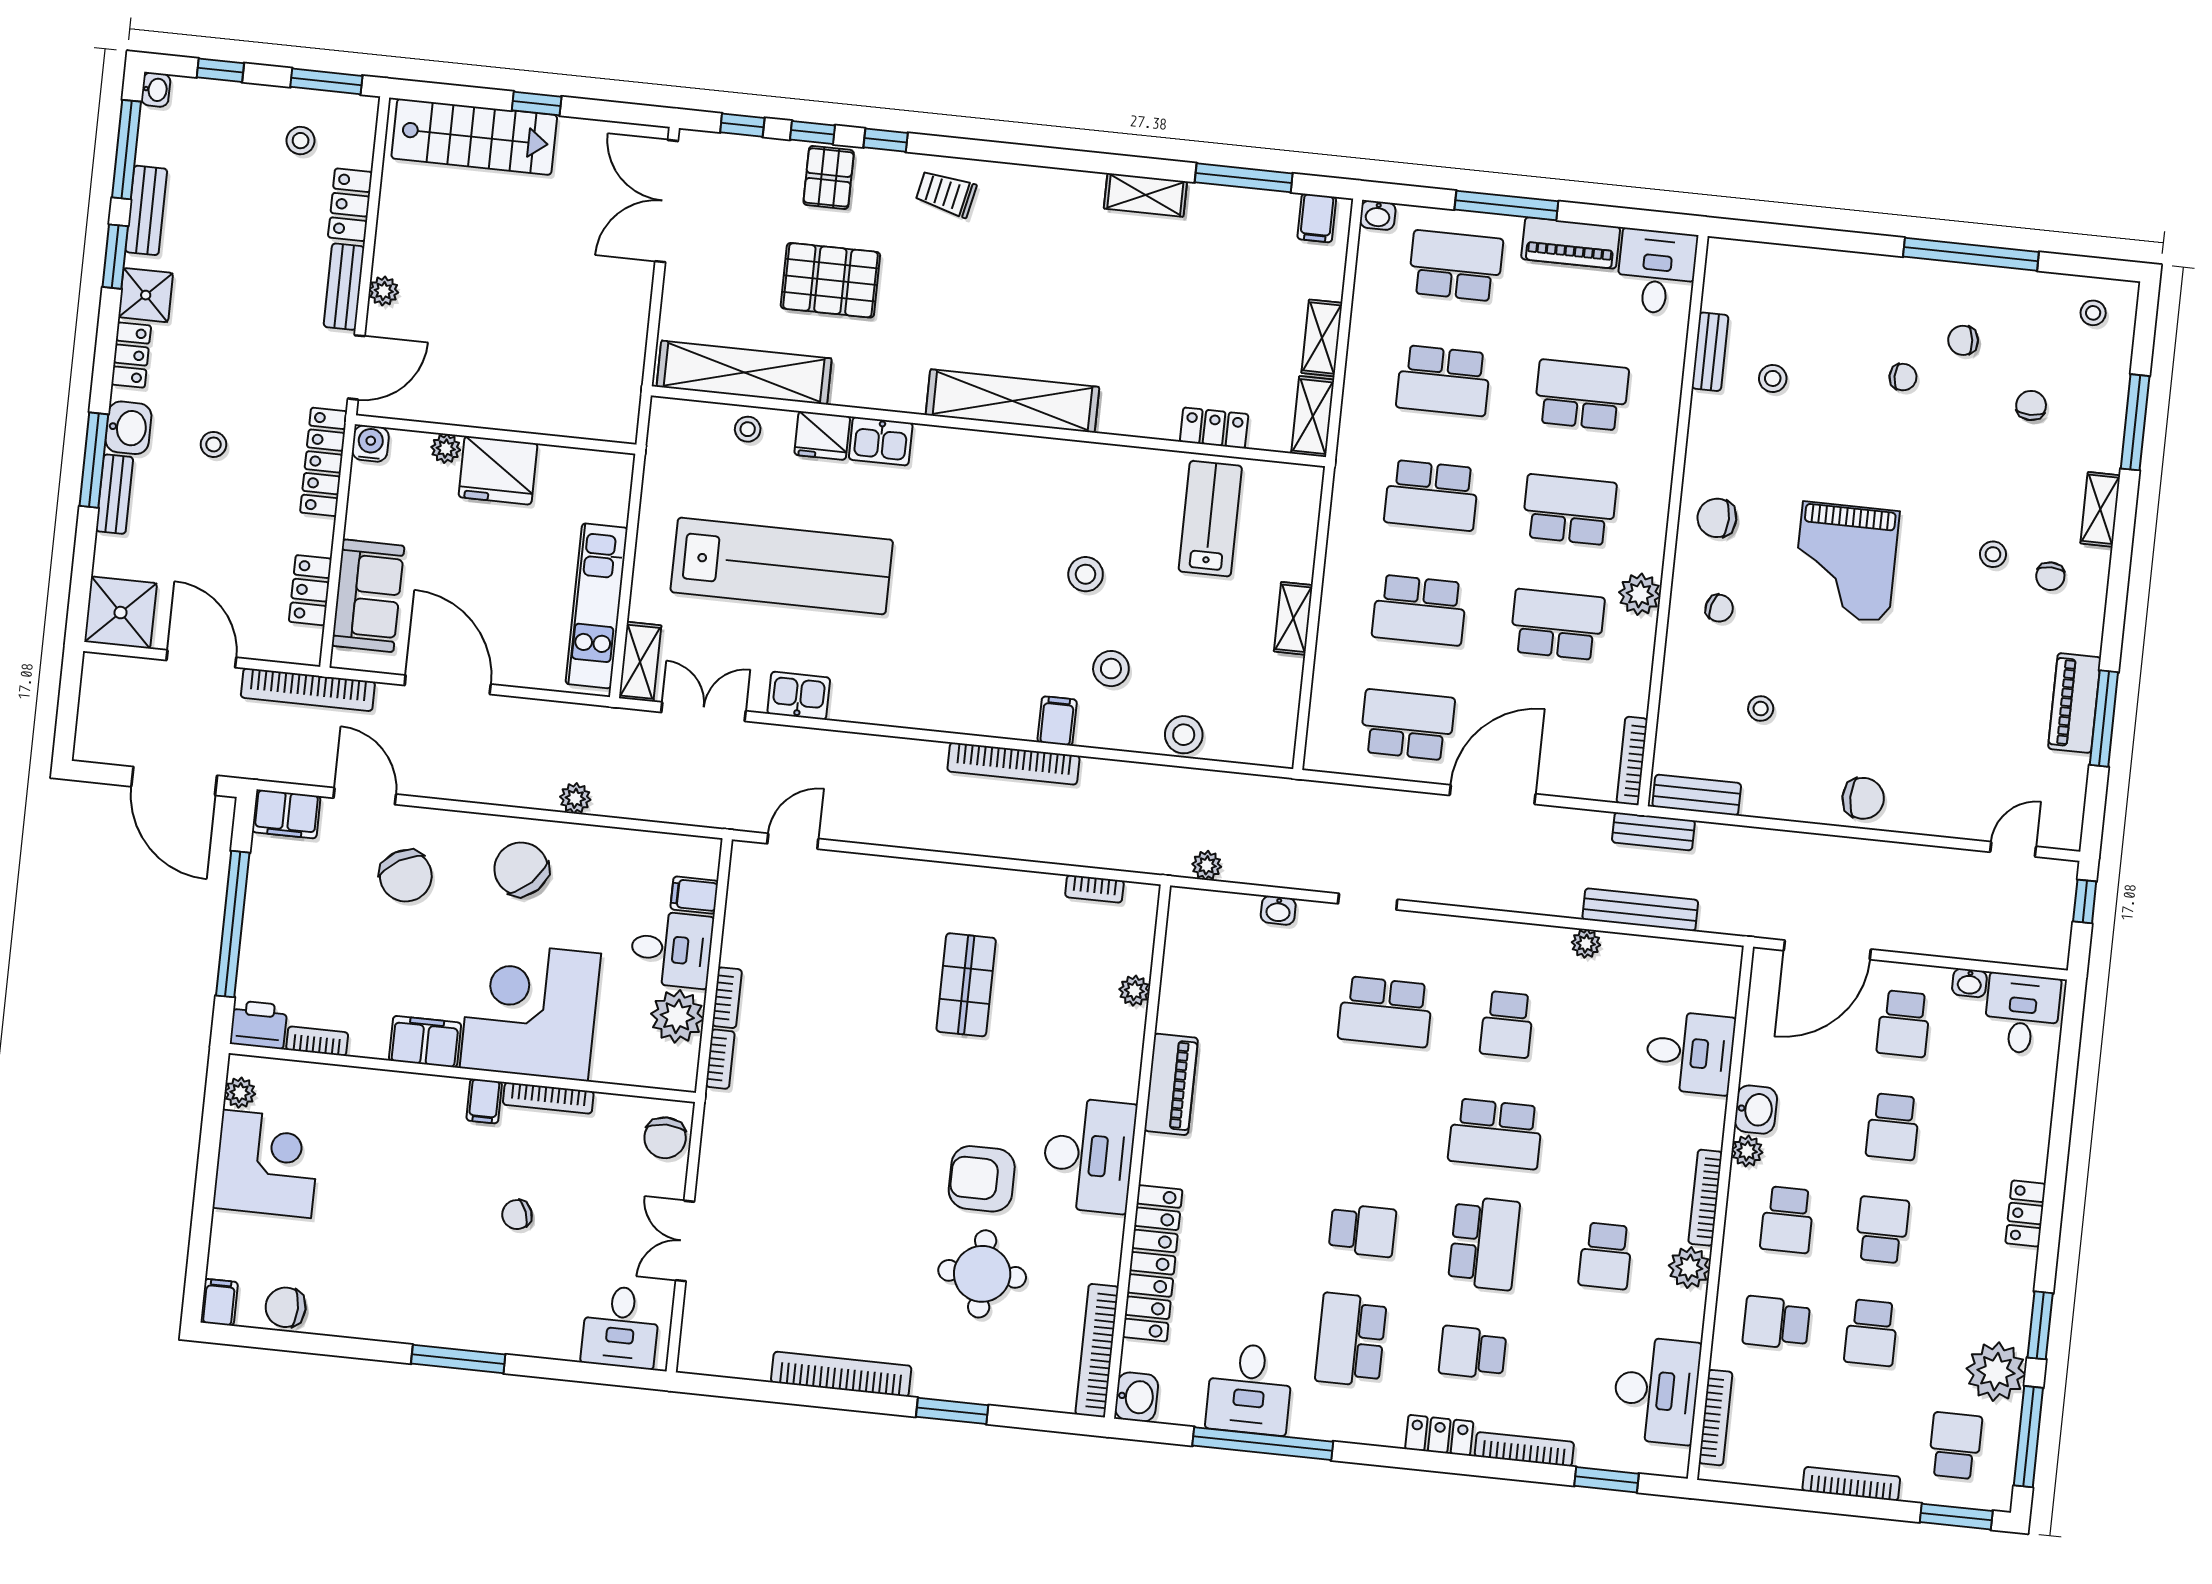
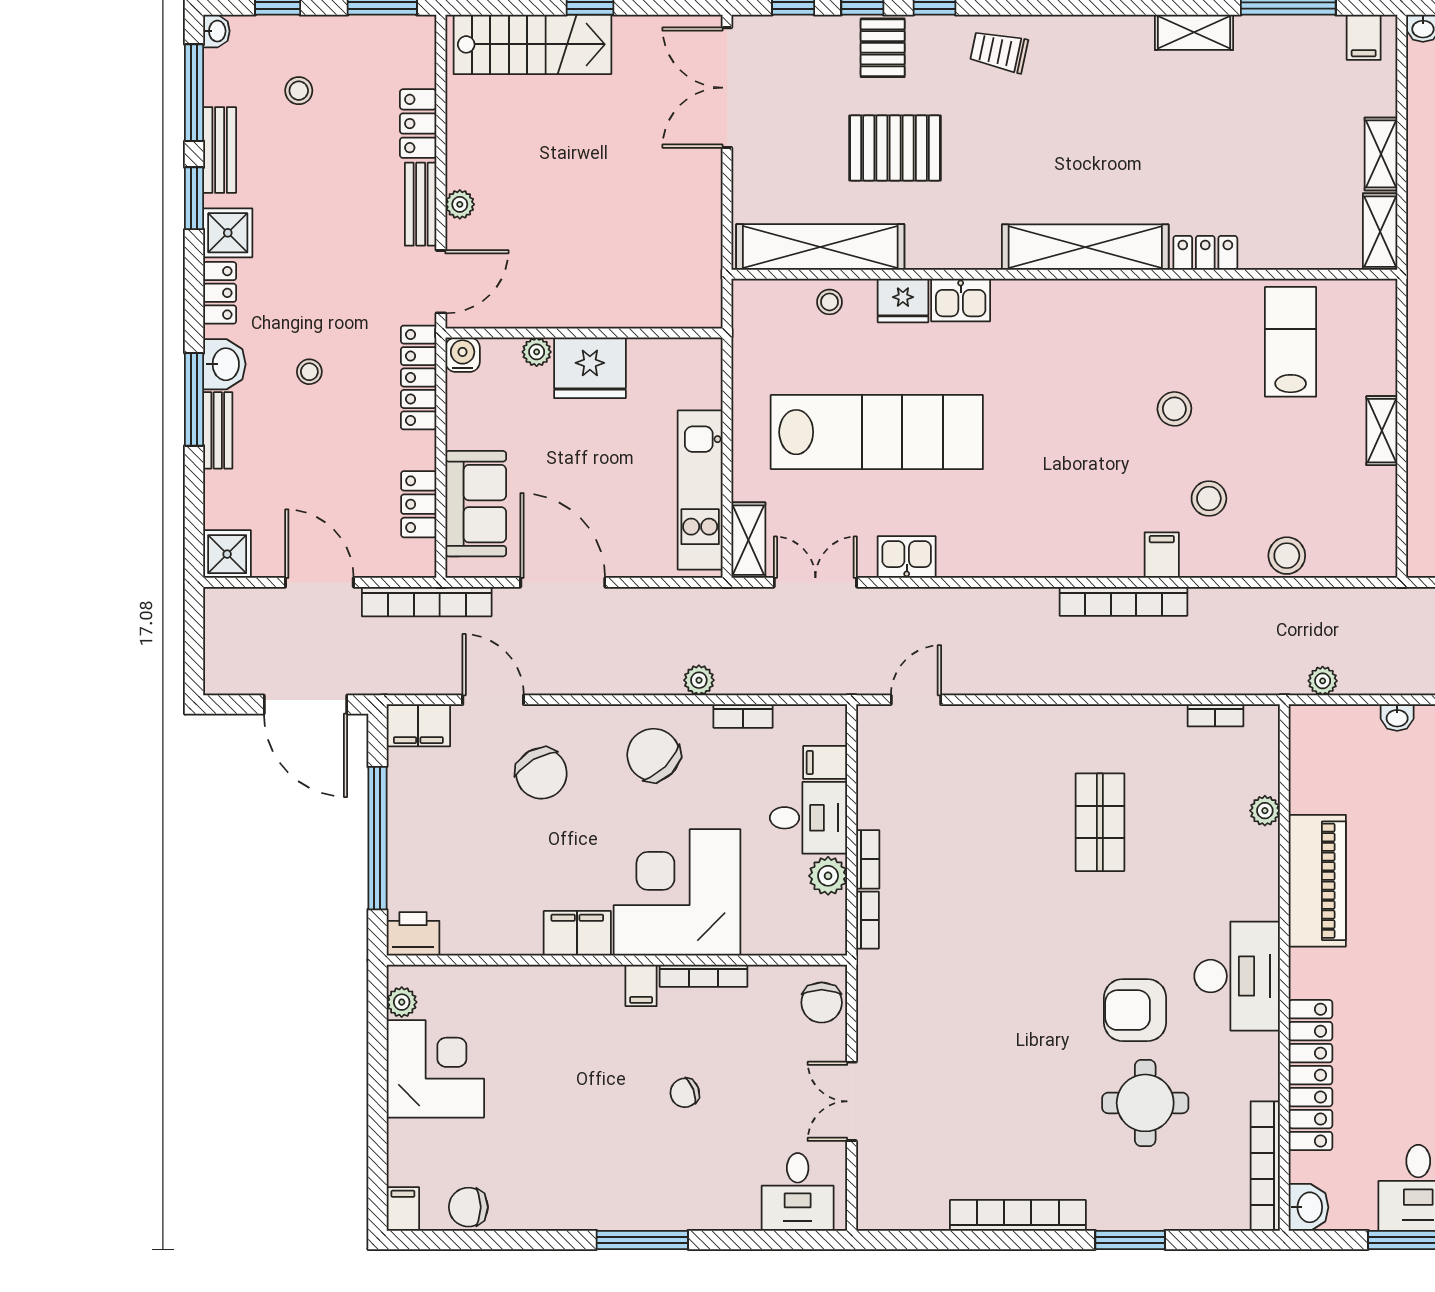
stool: (301, 141) -> (299, 91), moved
locker: (1214, 428) -> (1205, 253), moved
shower: (121, 613) -> (227, 554), width x0.73, depth x0.73
plant: (677, 1016) -> (828, 876), width x0.73, depth x0.73
bookcase: (317, 1041) -> (743, 716), moved, turned 180
piano: (1171, 1084) -> (1317, 881), width x1.37, depth x1.33

